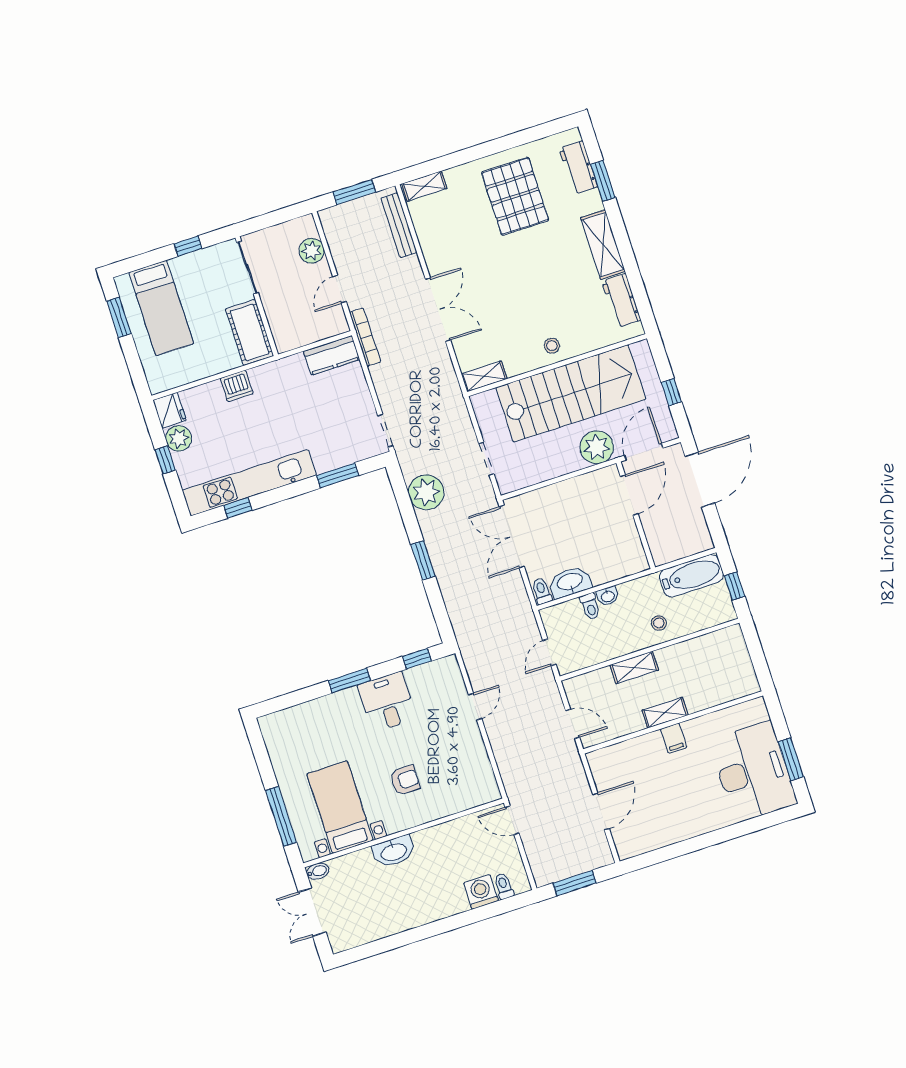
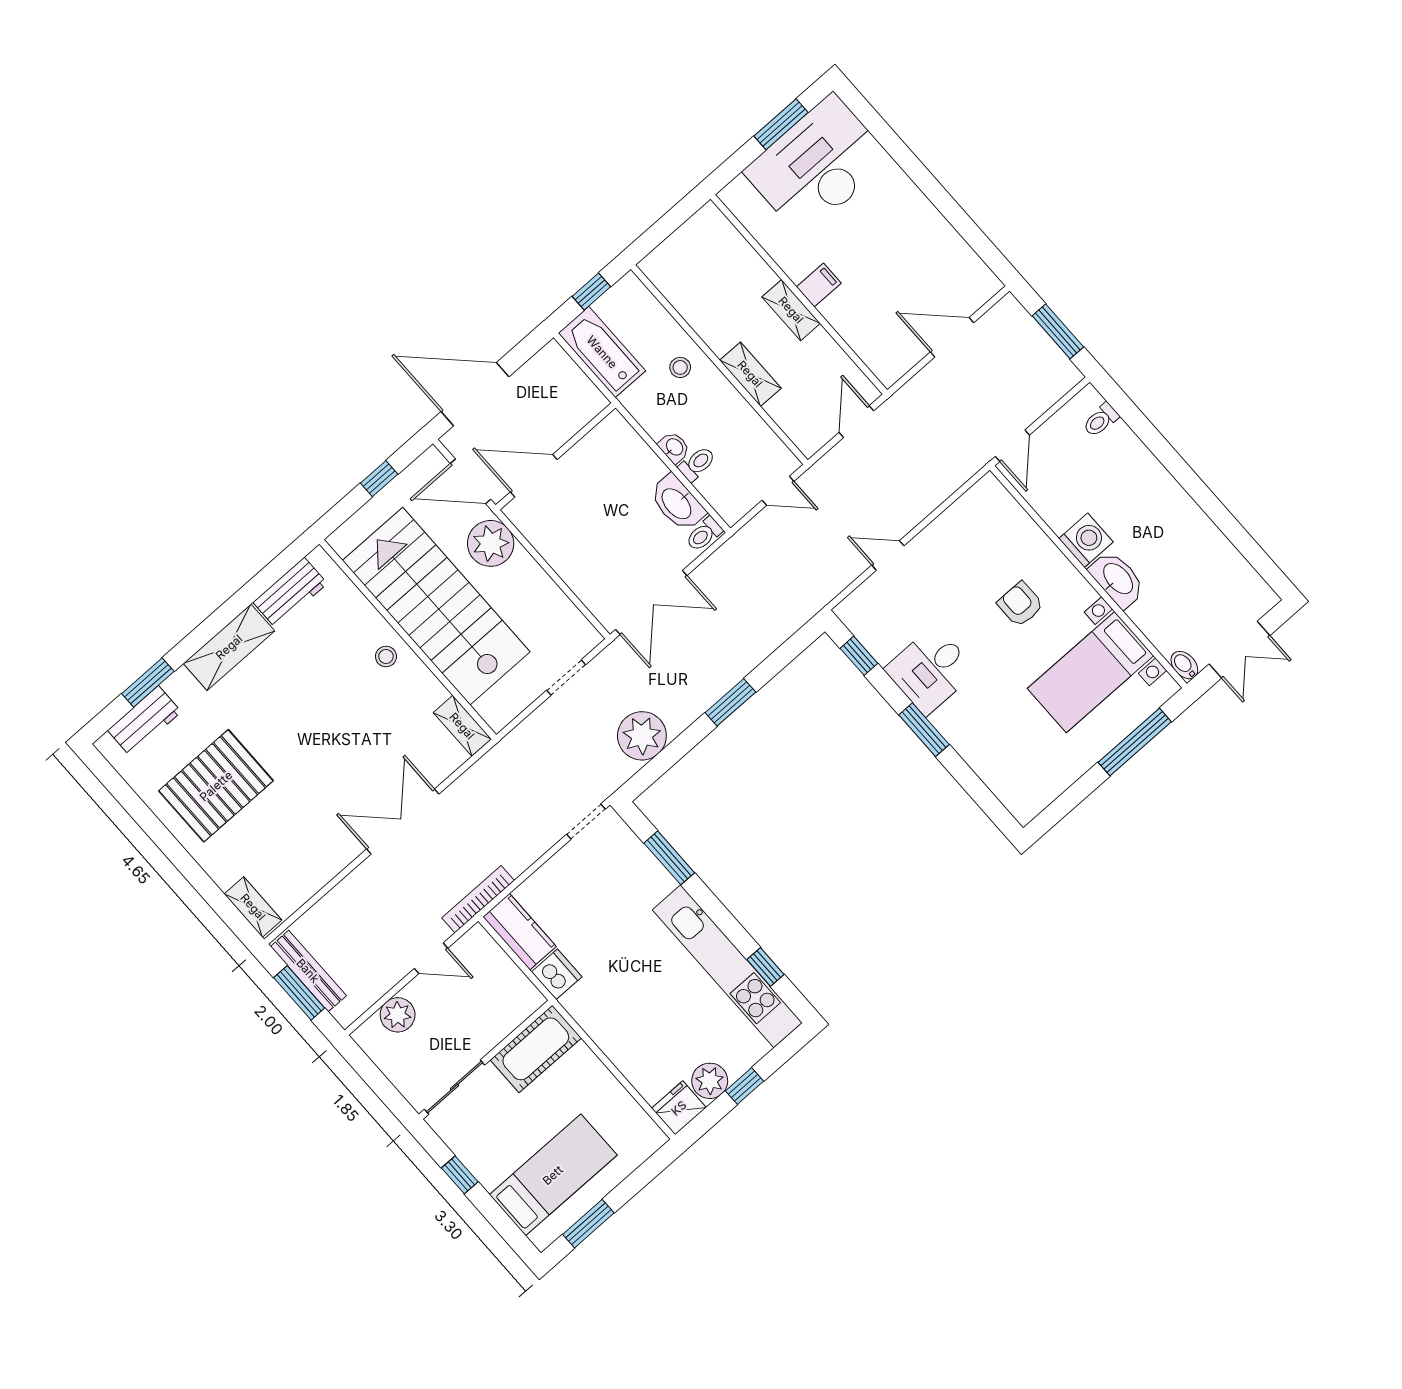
bench: (399, 225) -> (308, 971), moved, turned 90
dishwasher: (237, 386) -> (557, 974), moved
washing machine: (481, 892) -> (1086, 540), moved, turned 180

